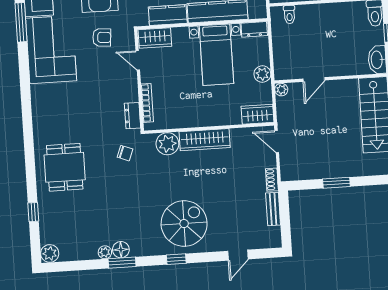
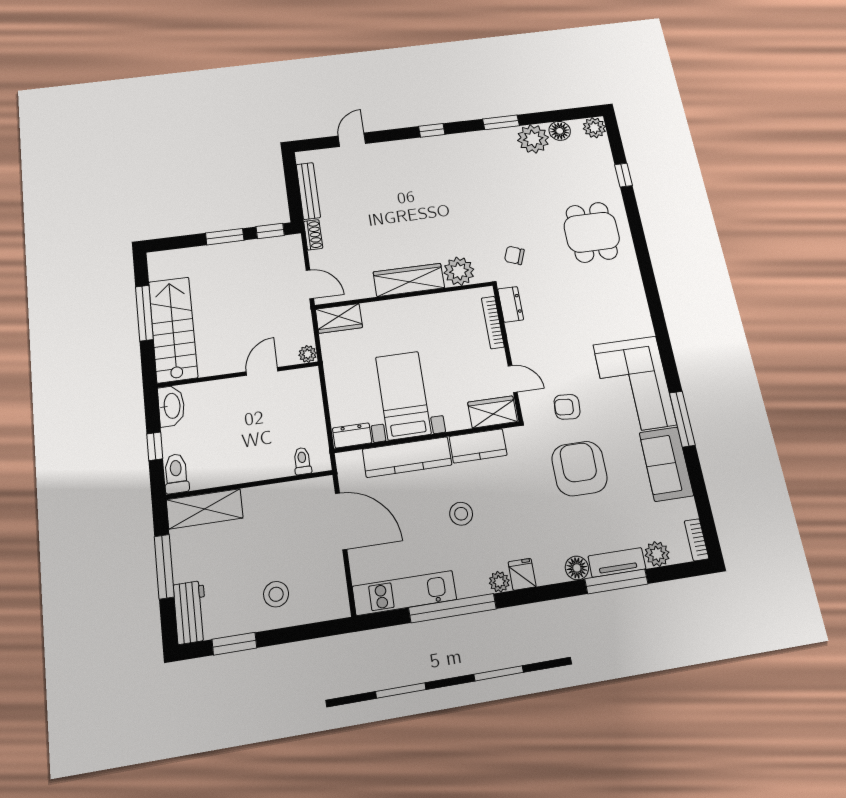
plant: (262, 74) -> (336, 373), removed
window: (303, 185) -> (270, 231), added
bench: (273, 209) -> (308, 191), width x1.36
spiral stairs: (184, 224) -> (426, 173), removed
floor lamp: (121, 250) -> (560, 131), moved
plant: (105, 252) -> (533, 139), width x1.88, depth x1.88

